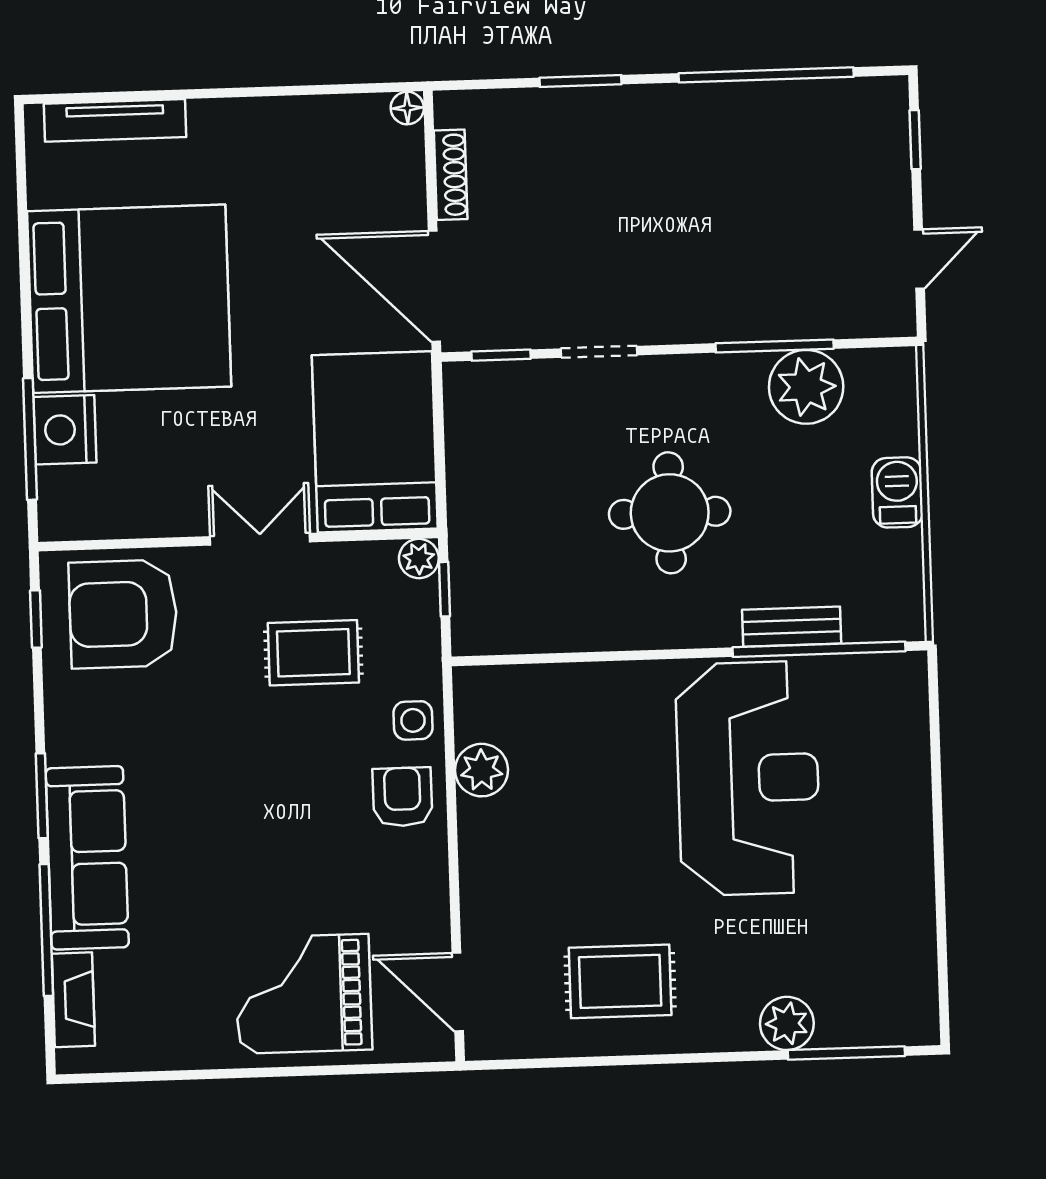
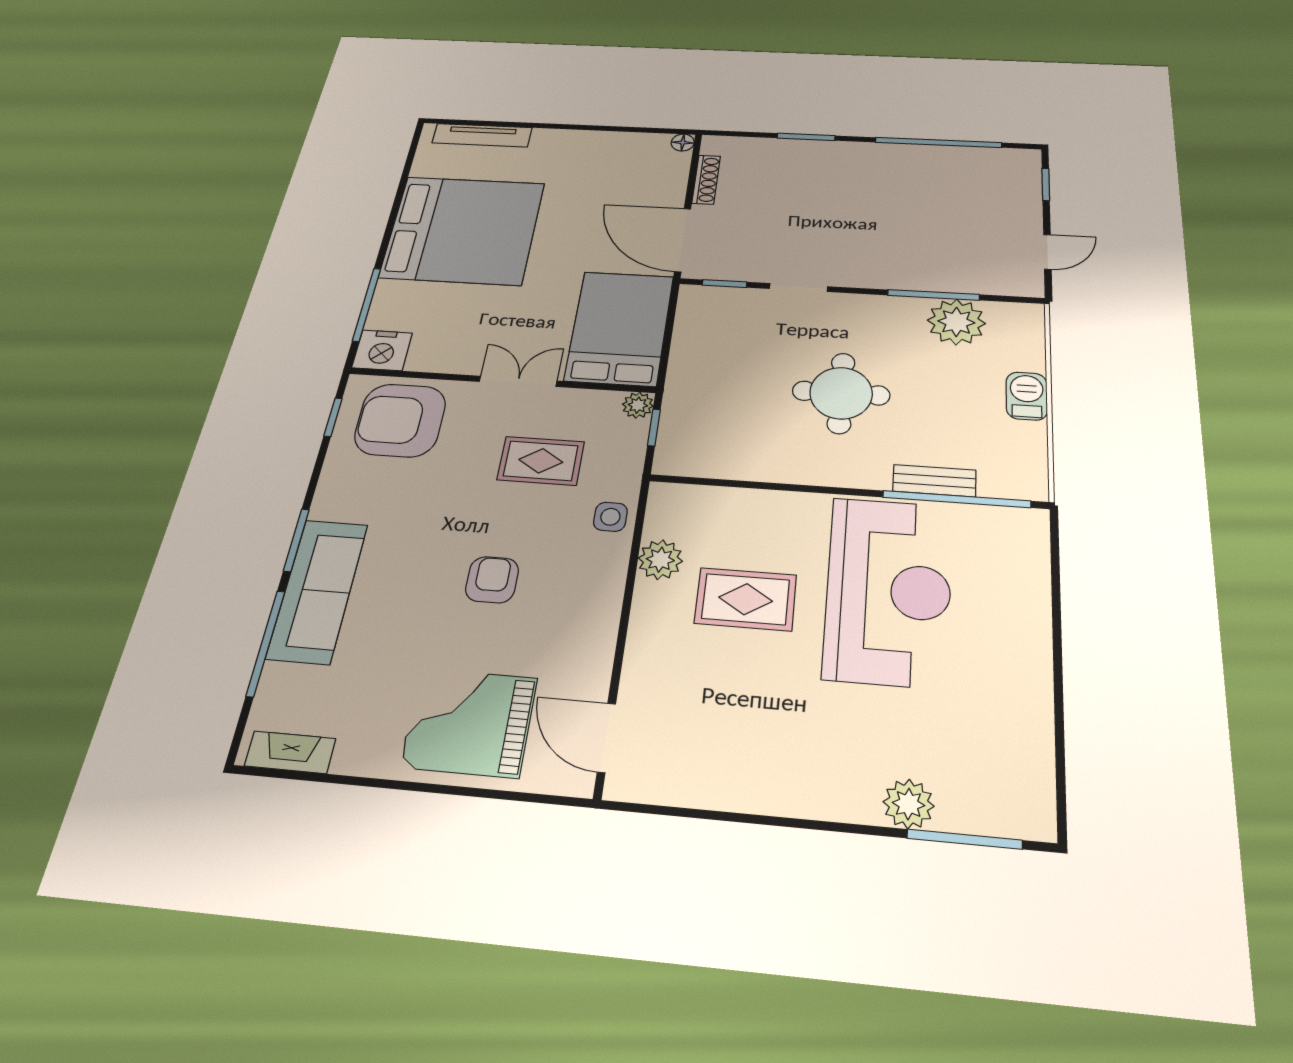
nightstand: (65, 430) -> (382, 350), moved, turned -90
armchair: (402, 797) -> (492, 580), moved
rug: (620, 981) -> (746, 599), moved
fireplace: (73, 1000) -> (290, 752), moved, turned -90

